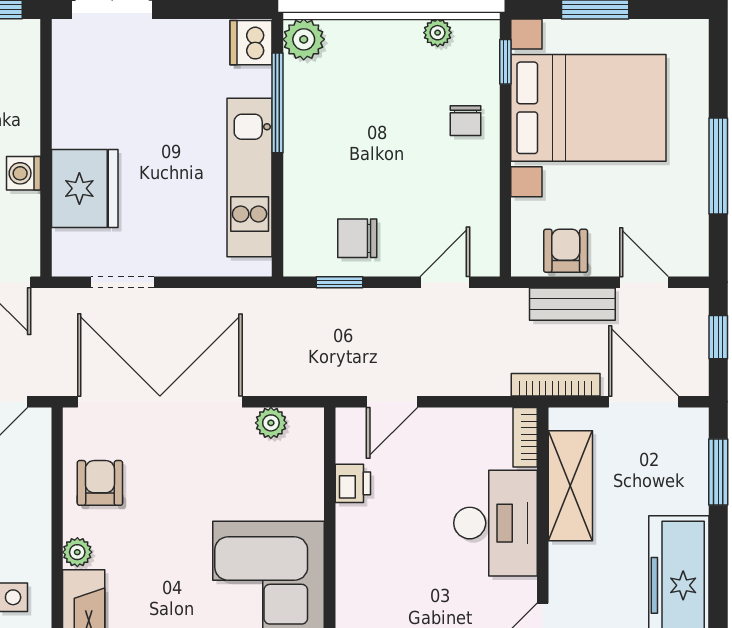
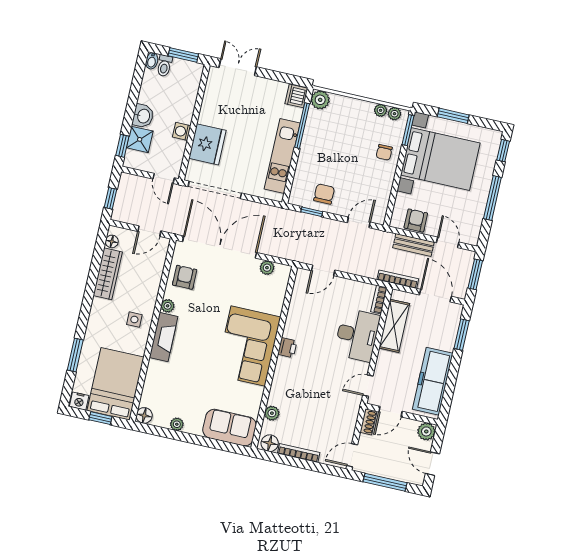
plant: (469, 33) -> (394, 114), added
window: (718, 60) -> (503, 151), added
window: (505, 62) -> (408, 130), width x1.50
chair: (357, 238) -> (324, 194), turned 90
doorway: (122, 282) -> (215, 190), width x1.88
window: (718, 337) -> (475, 274), width x1.50
printer: (353, 483) -> (287, 348), moved

